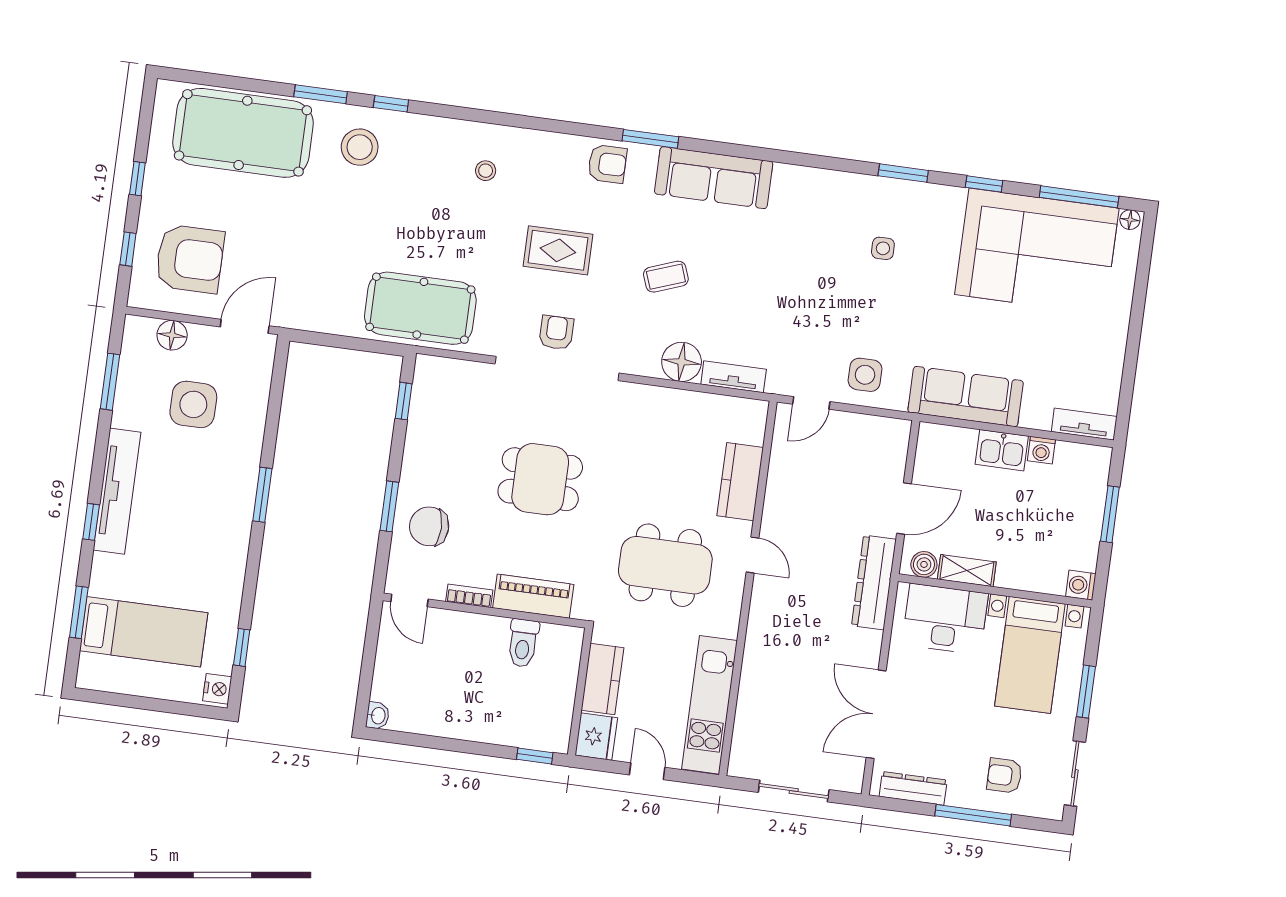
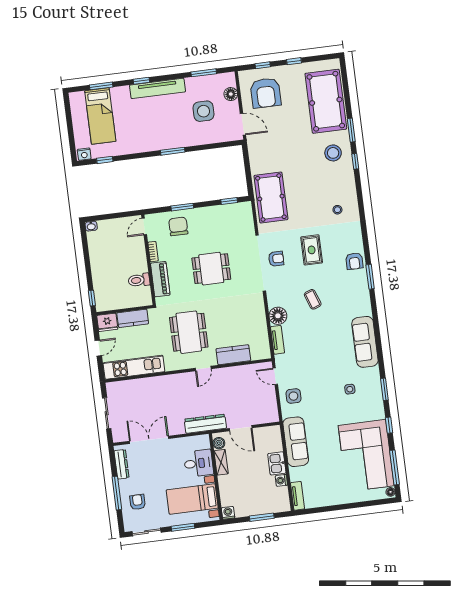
sofa: (714, 178) -> (365, 342), moved
dining table: (540, 479) -> (211, 269), turned 90
desk: (945, 619) -> (199, 463), width x0.73

